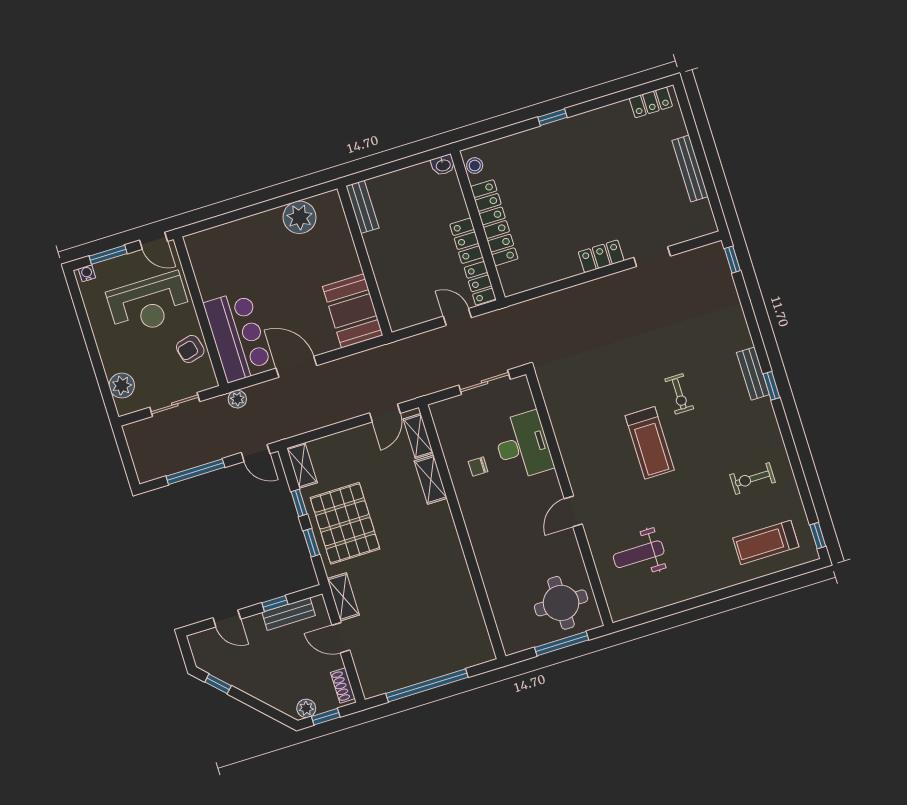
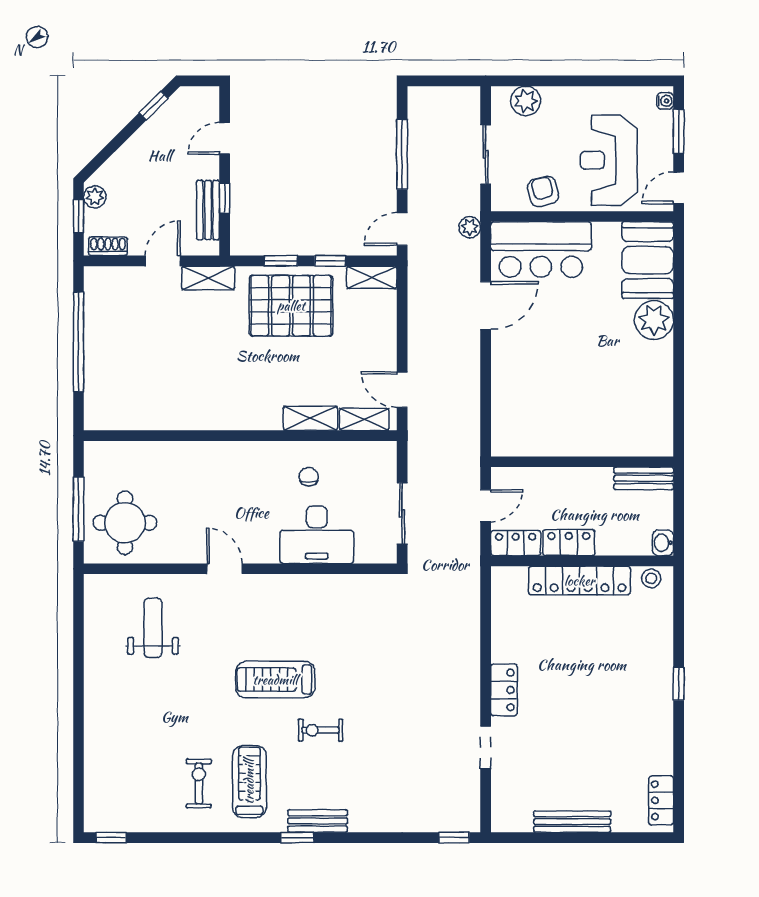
bench: (362, 207) -> (644, 478), moved
plant: (300, 217) -> (654, 320), moved
wall: (364, 261) -> (582, 462), moved
booth: (353, 311) -> (648, 260), moved, turned 90
treadmill: (766, 542) -> (249, 782), moved

